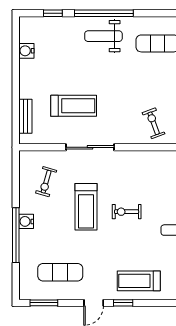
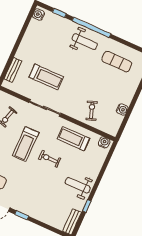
weight bench: (103, 36) -> (85, 42), turned 180
water cooler: (26, 51) -> (39, 15), moved
treadmill: (139, 281) -> (73, 139), moved

